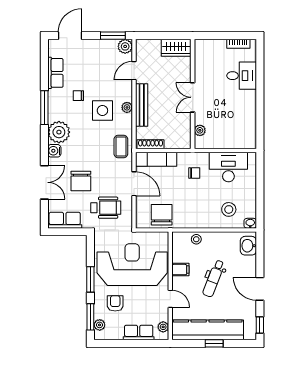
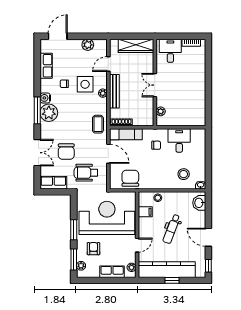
window: (113, 36) -> (92, 36), removed
plant: (125, 46) -> (88, 45), moved
wardrobe: (176, 48) -> (136, 46), width x1.50
desk: (242, 76) -> (170, 51), moved, turned -90
window: (44, 108) -> (37, 110), moved
side table: (102, 111) -> (85, 84), moved
water cooler: (54, 151) -> (45, 98), moved
desk: (228, 167) -> (179, 140), width x0.73
wheelchair: (106, 208) -> (86, 173), turned 180
filing cabinet: (180, 270) -> (145, 212), moved
door: (170, 299) -> (137, 245), hinge flipped

